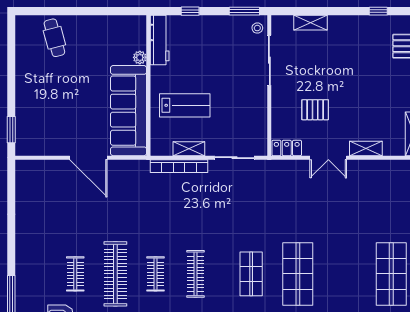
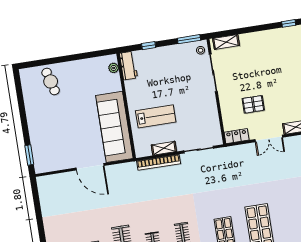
shelving: (310, 23) -> (226, 42), moved
workbench: (160, 40) -> (128, 66), width x0.73
plant: (140, 57) -> (114, 68), moved

